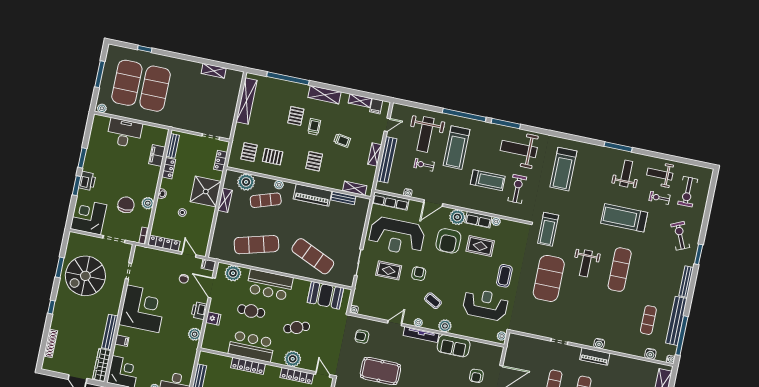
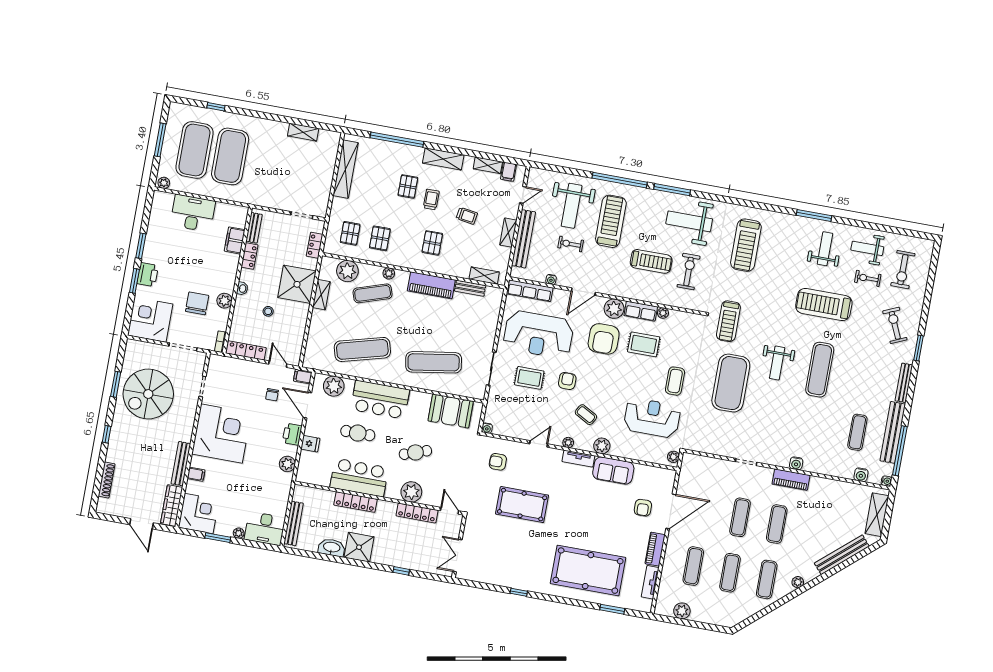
treadmill: (457, 148) -> (611, 221), turned 180
pallet: (273, 157) -> (380, 238), turned 90
exercise mat: (313, 256) -> (434, 362), turned -33
tv unit: (421, 335) -> (578, 459), width x0.71

